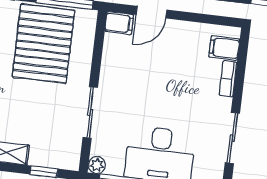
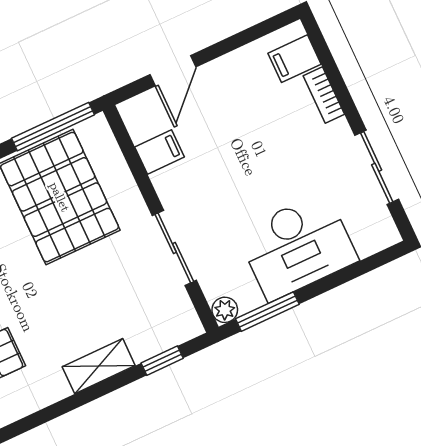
filing cabinet: (119, 23) -> (160, 152), moved

